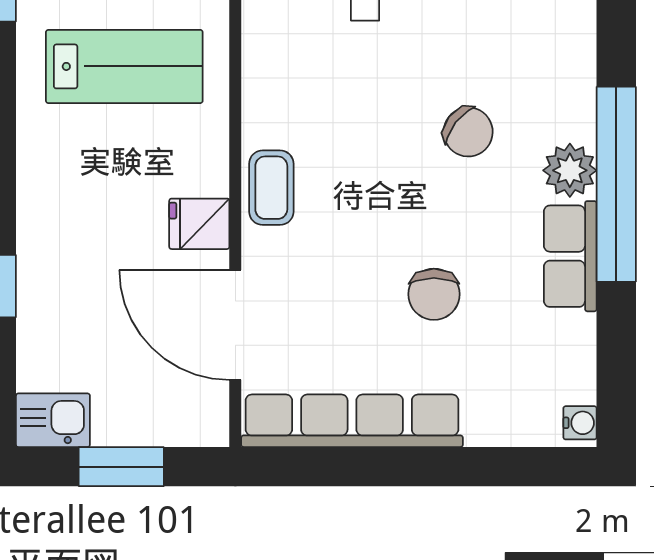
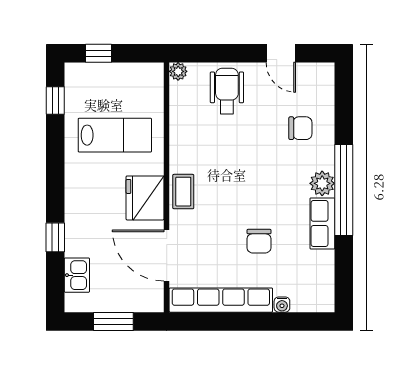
chair: (468, 132) -> (300, 128), moved, turned -38
fridge: (199, 224) -> (145, 198), width x1.88, depth x1.34
kitchen sink: (53, 420) -> (77, 275), moved, turned 90
water cooler: (580, 423) -> (282, 305), moved, turned 90

